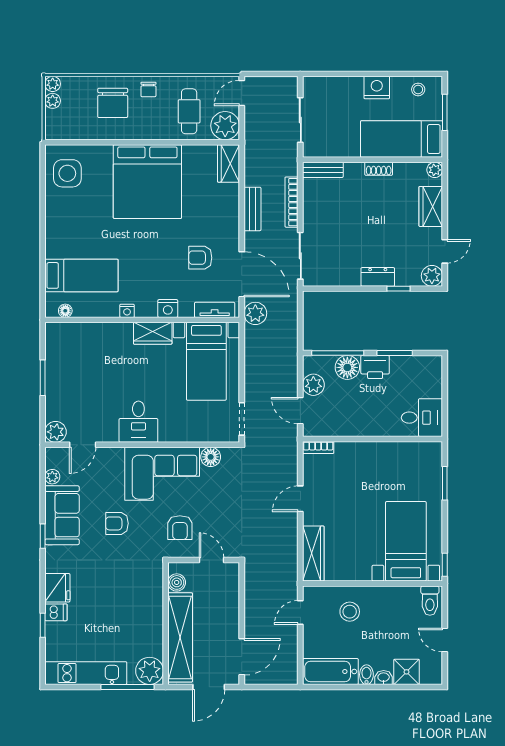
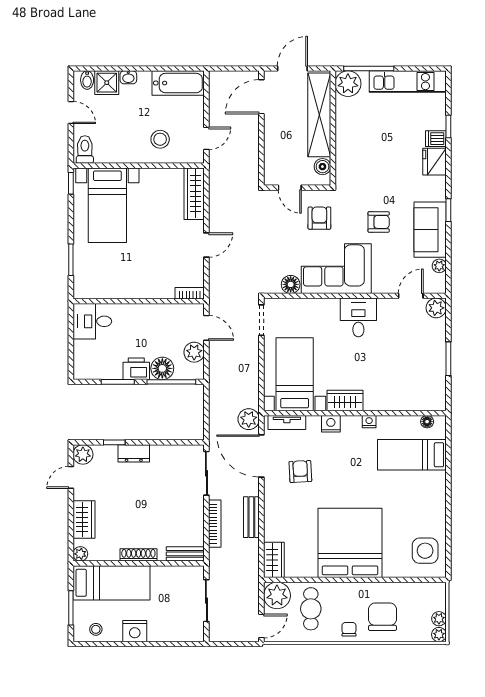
shoe rack: (379, 169) -> (138, 555), width x1.43
armchair: (200, 258) -> (300, 472), turned -93
bidet: (366, 675) -> (87, 80), moved

